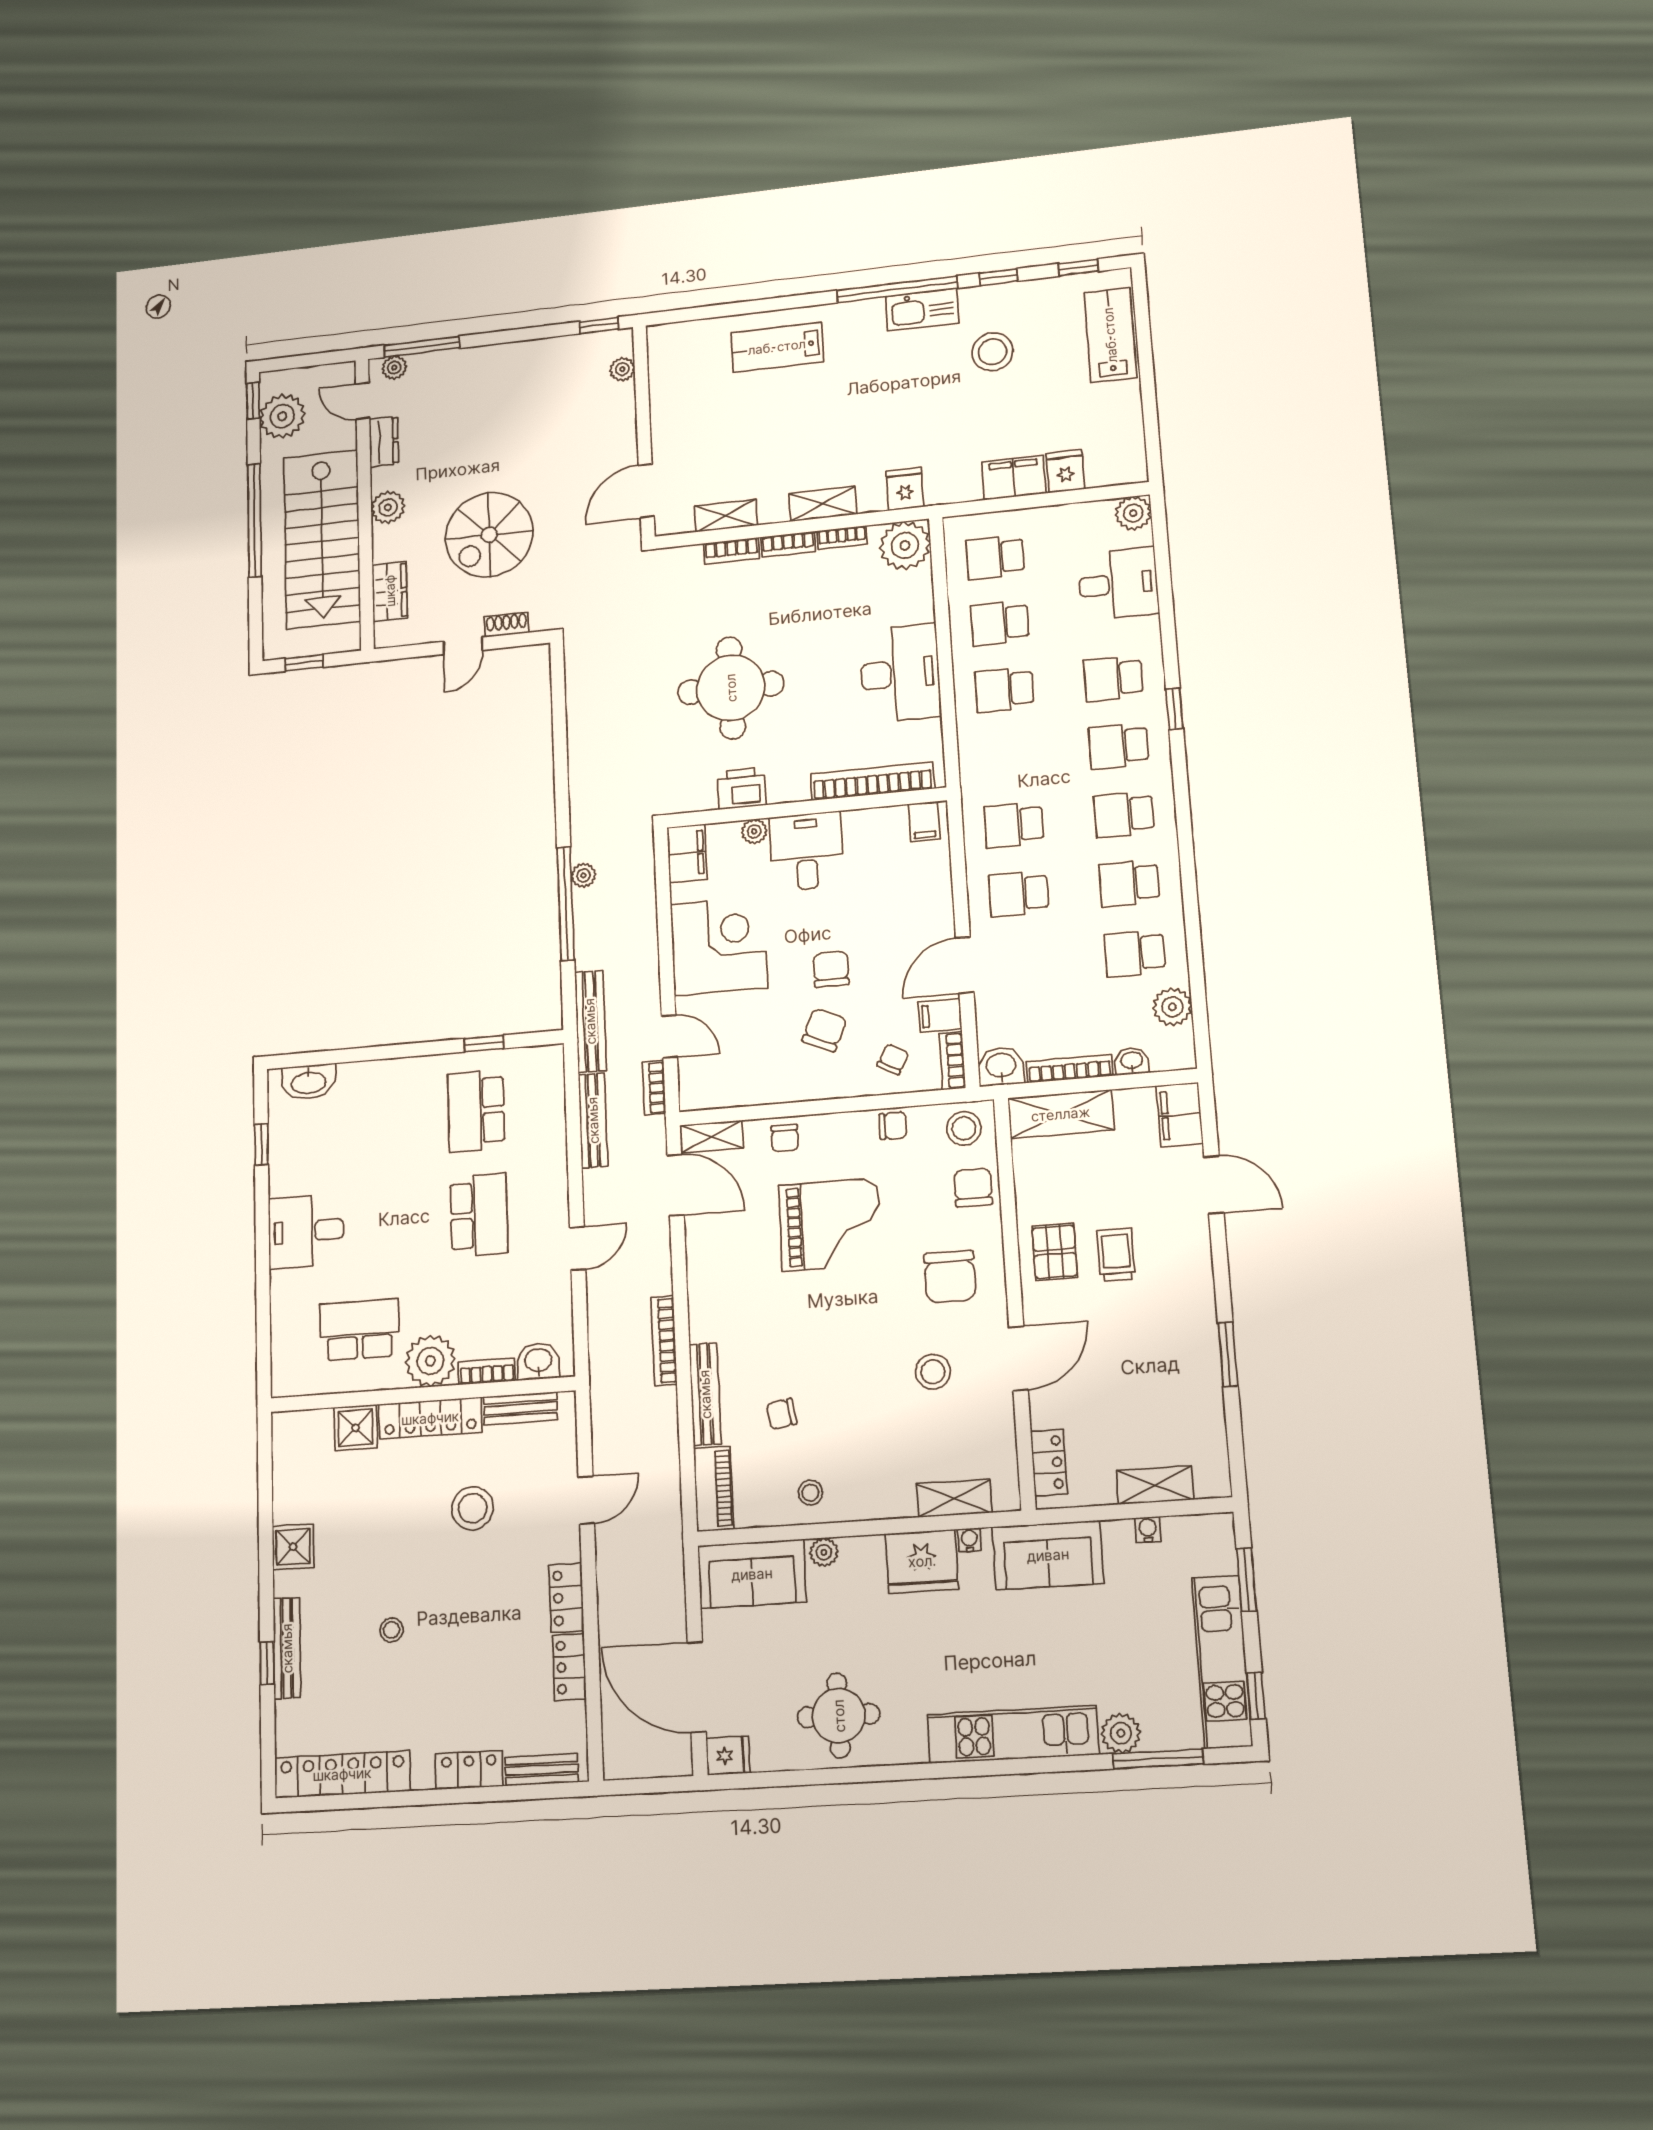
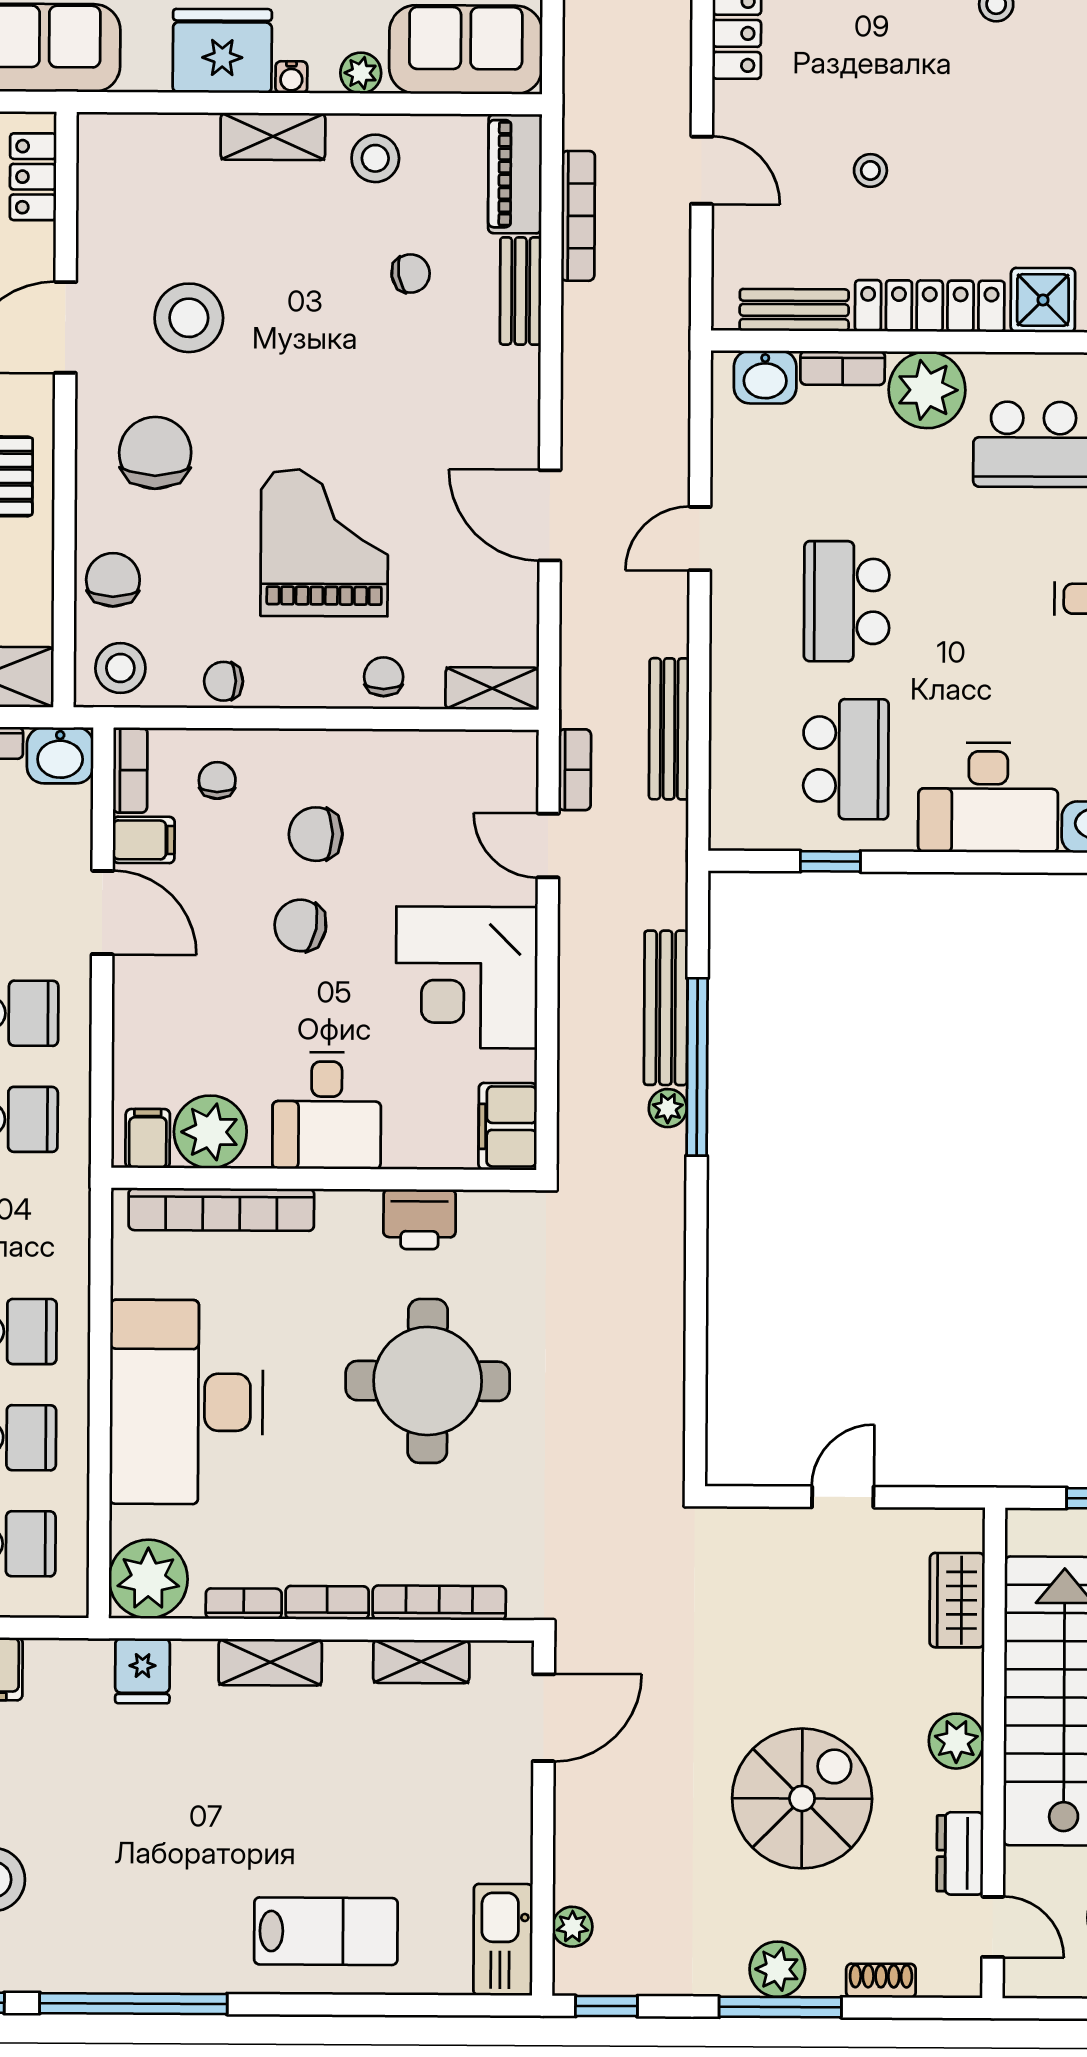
kitchen sink: (922, 310) -> (503, 1940), moved, turned -90
window: (422, 347) -> (780, 2007), moved
plant: (394, 368) -> (777, 1969), moved, width x1.38, depth x1.38
spiral stairs: (489, 535) -> (802, 1798), moved
bookcase: (731, 551) -> (439, 1603), width x1.56
shoe rack: (506, 625) -> (881, 1981), moved, turned 180
desk: (900, 674) -> (186, 1402), width x1.36, depth x1.30
plant: (754, 831) -> (210, 1132), moved, width x1.88, depth x1.88
door: (965, 965) -> (102, 913), hinge flipped
chair: (831, 969) -> (300, 925), turned 101
bench: (590, 1021) -> (666, 1008), moved
chair: (824, 1030) -> (316, 834), turned 66
chair: (893, 1059) -> (217, 780), turned 151
desk: (383, 1094) -> (988, 797), added
door: (676, 1185) -> (550, 515), moved
chair: (973, 1188) -> (113, 580), turned 180
grand piano: (830, 1225) -> (324, 543), turned 90
bookcase: (664, 1341) -> (578, 216), moved
stool: (933, 1372) -> (189, 318), width x1.38, depth x1.38
bench: (705, 1394) -> (521, 291), width x0.73
stool: (810, 1493) -> (375, 158), width x1.37, depth x1.37
shelving: (954, 1498) -> (273, 136), moved
door: (586, 1500) -> (702, 170), swing flipped
stool: (473, 1508) -> (870, 170), width x0.53, depth x0.53
water cooler: (969, 1540) -> (291, 77), moved

